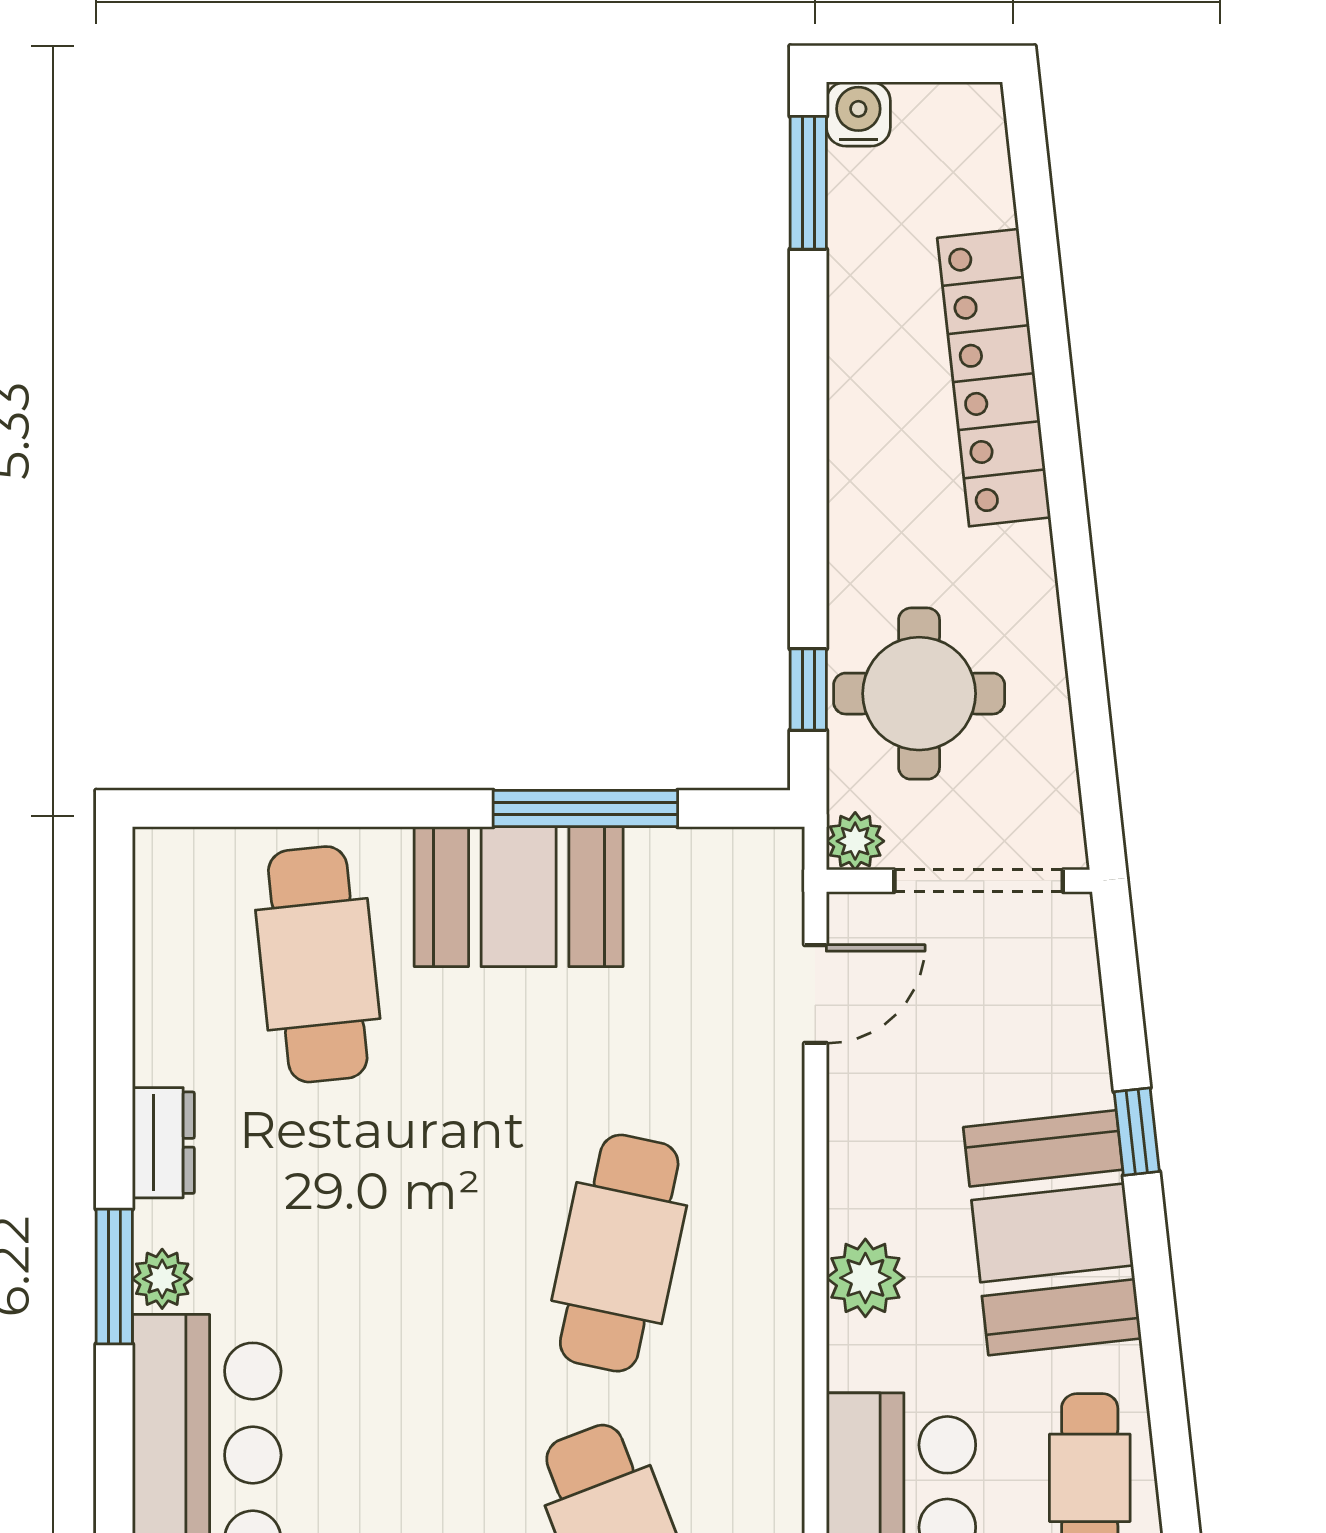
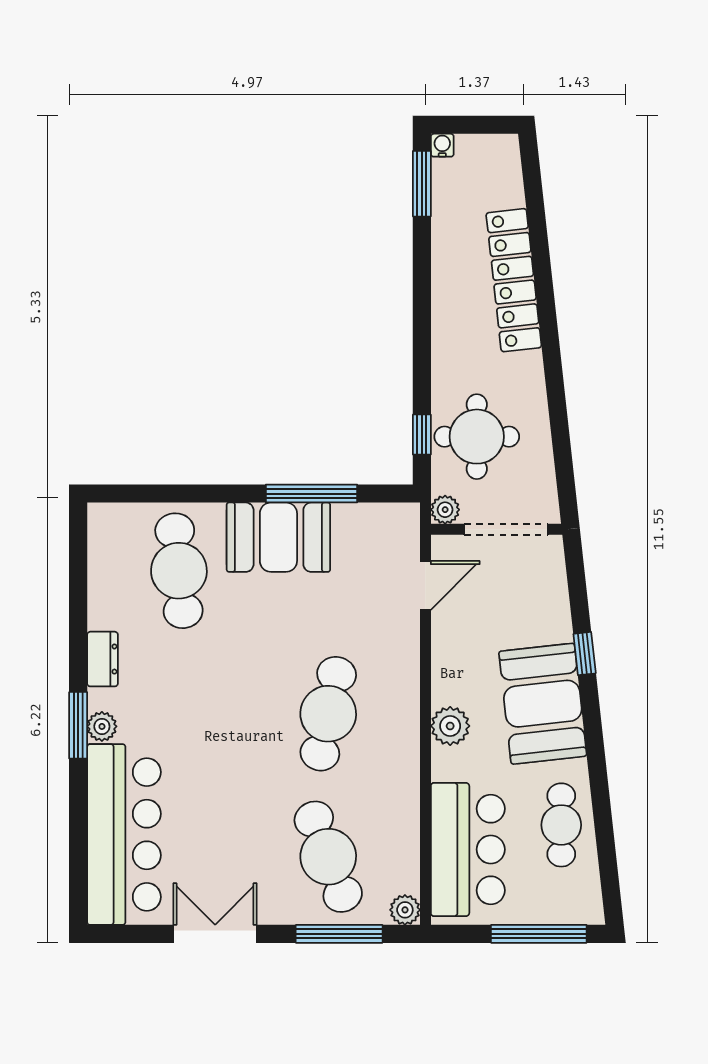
water cooler: (858, 114) -> (442, 145), width x0.72, depth x0.72

